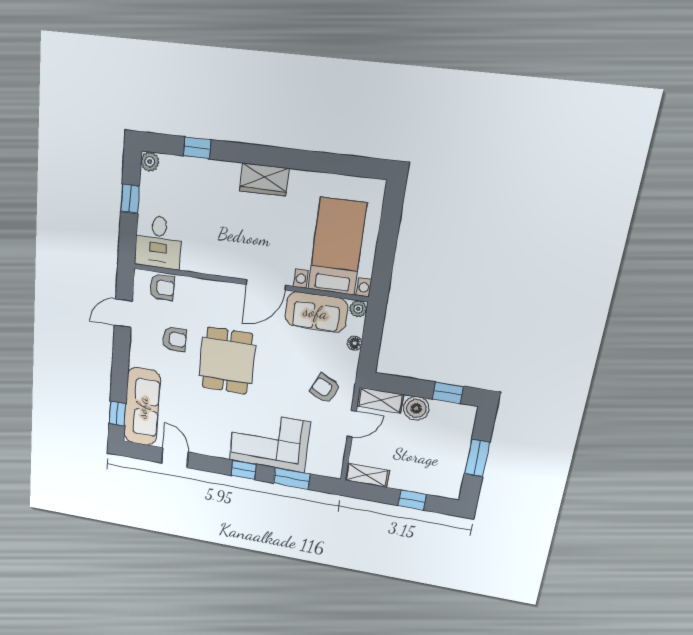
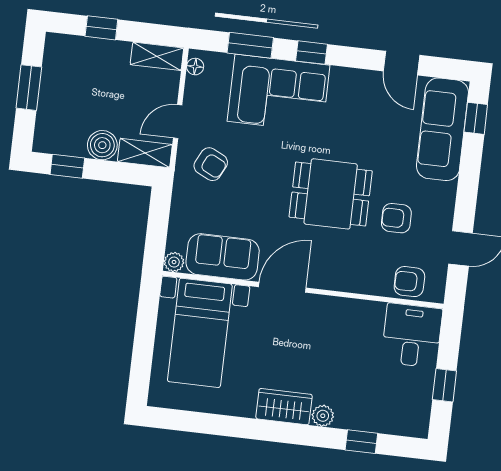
plant: (150, 162) -> (323, 416), moved
floor lamp: (355, 343) -> (195, 67), moved
dining table: (227, 361) -> (331, 194), turned 90

